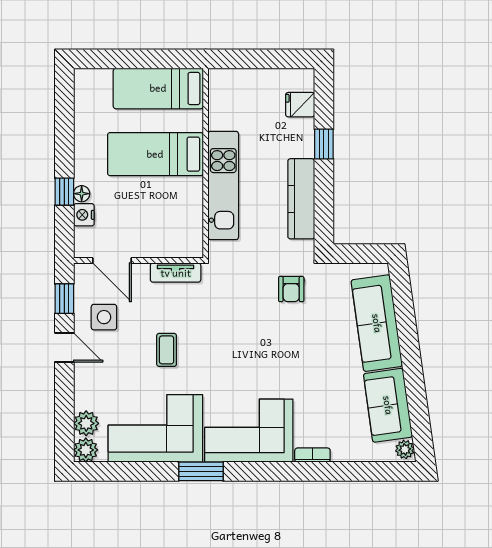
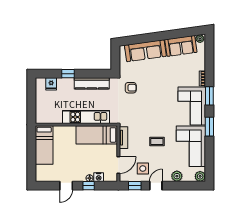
door: (64, 139) -> (66, 186), added
bed: (155, 154) -> (97, 135), moved, turned 90
plant: (86, 423) -> (177, 176), moved
window: (272, 471) -> (209, 96), added

